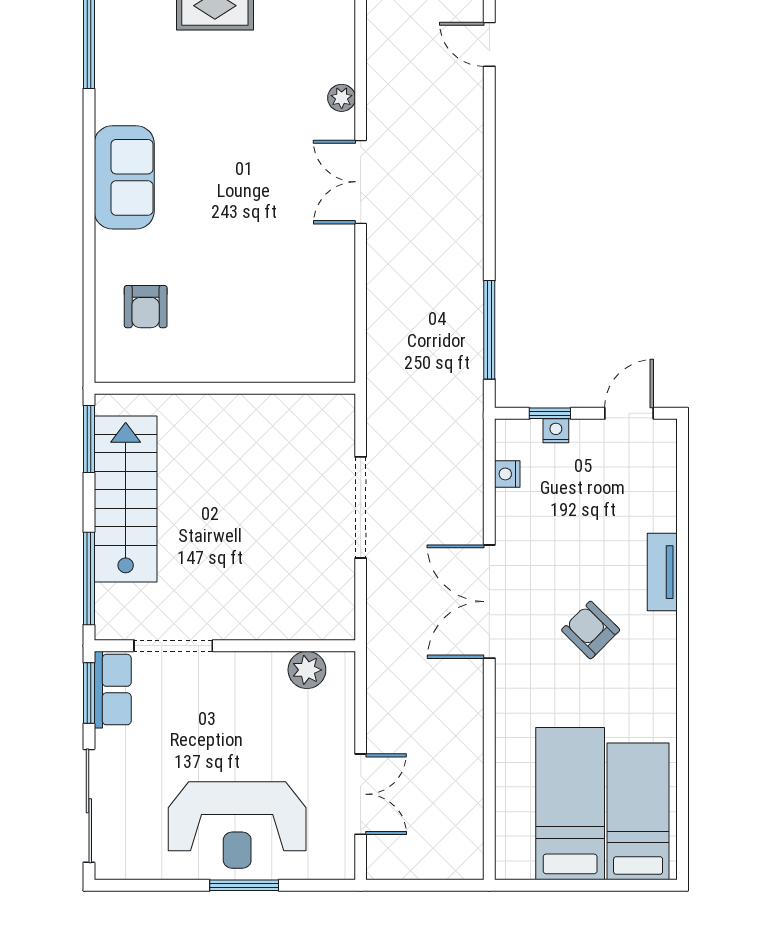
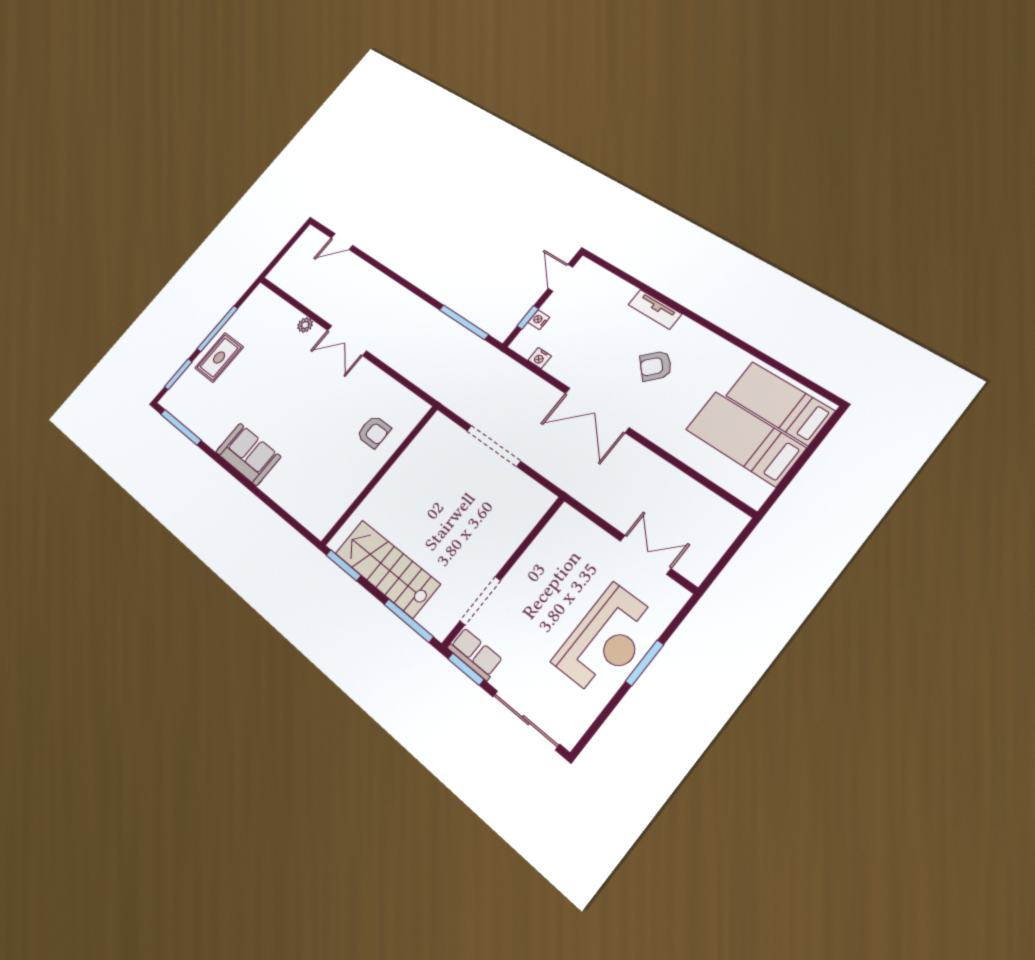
armchair: (146, 307) -> (374, 432), moved
plant: (307, 670) -> (553, 535), removed

